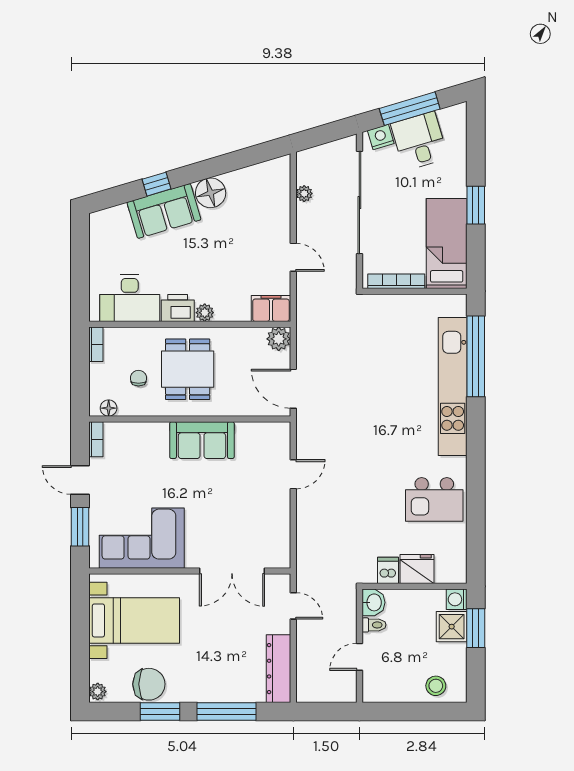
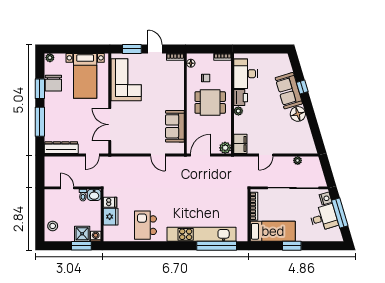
sofa: (202, 440) -> (175, 126), moved
door: (80, 480) -> (155, 49), hinge flipped

